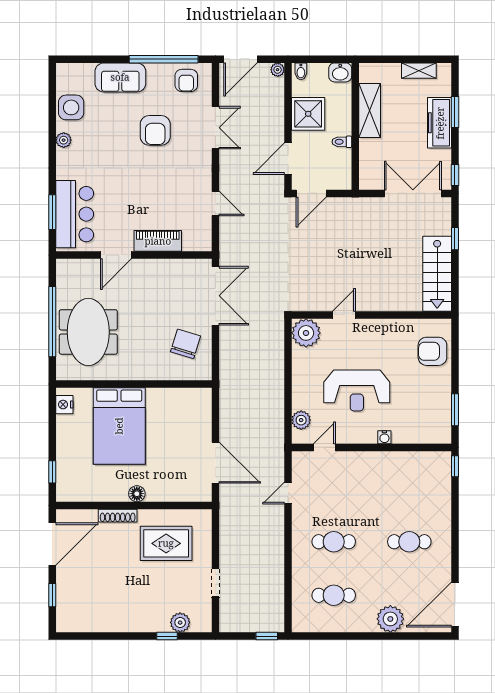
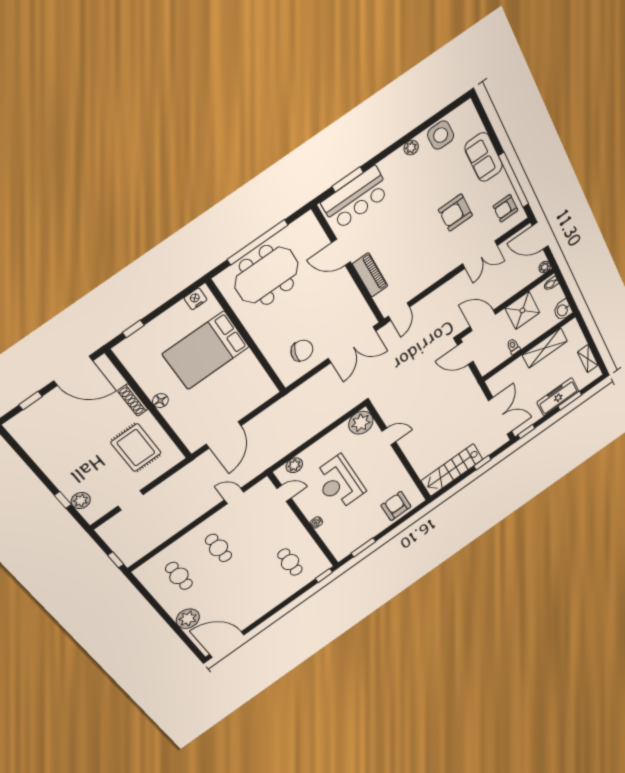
door: (215, 203) -> (399, 312), moved
cafe table: (409, 542) -> (290, 562), moved

